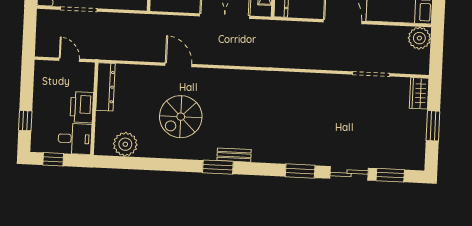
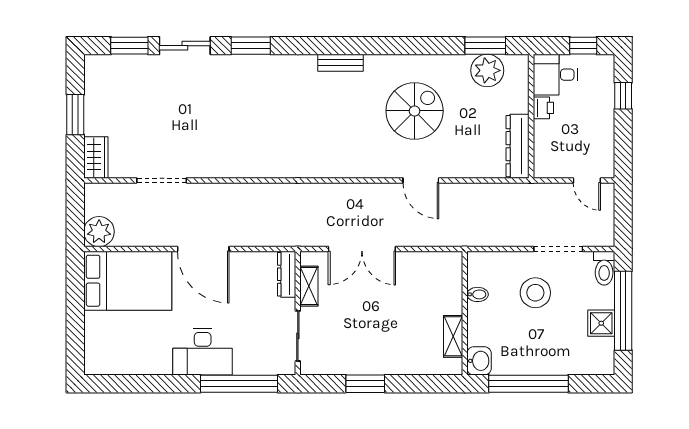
door: (69, 60) -> (587, 180), moved
printer: (82, 107) -> (543, 108), width x0.53, depth x0.68
window: (218, 167) -> (485, 46), moved

